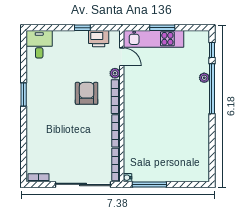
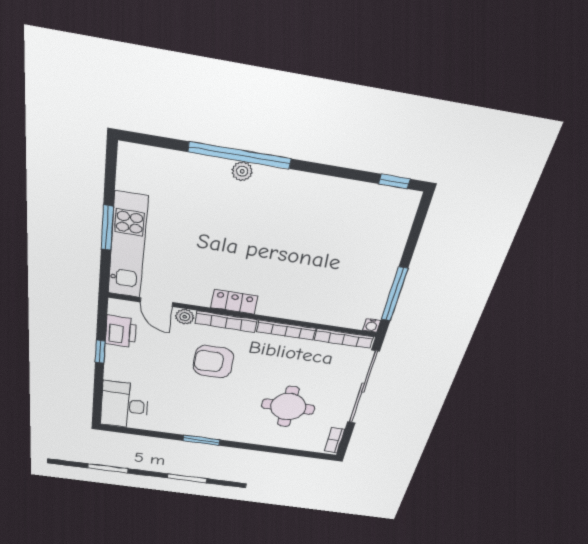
desk: (39, 44) -> (125, 405), width x1.37
window: (212, 50) -> (394, 181), moved
door: (122, 57) -> (157, 302), swing flipped
plant: (204, 78) -> (242, 171), moved
locker: (129, 99) -> (234, 302), added
round table: (61, 143) -> (288, 407), added

